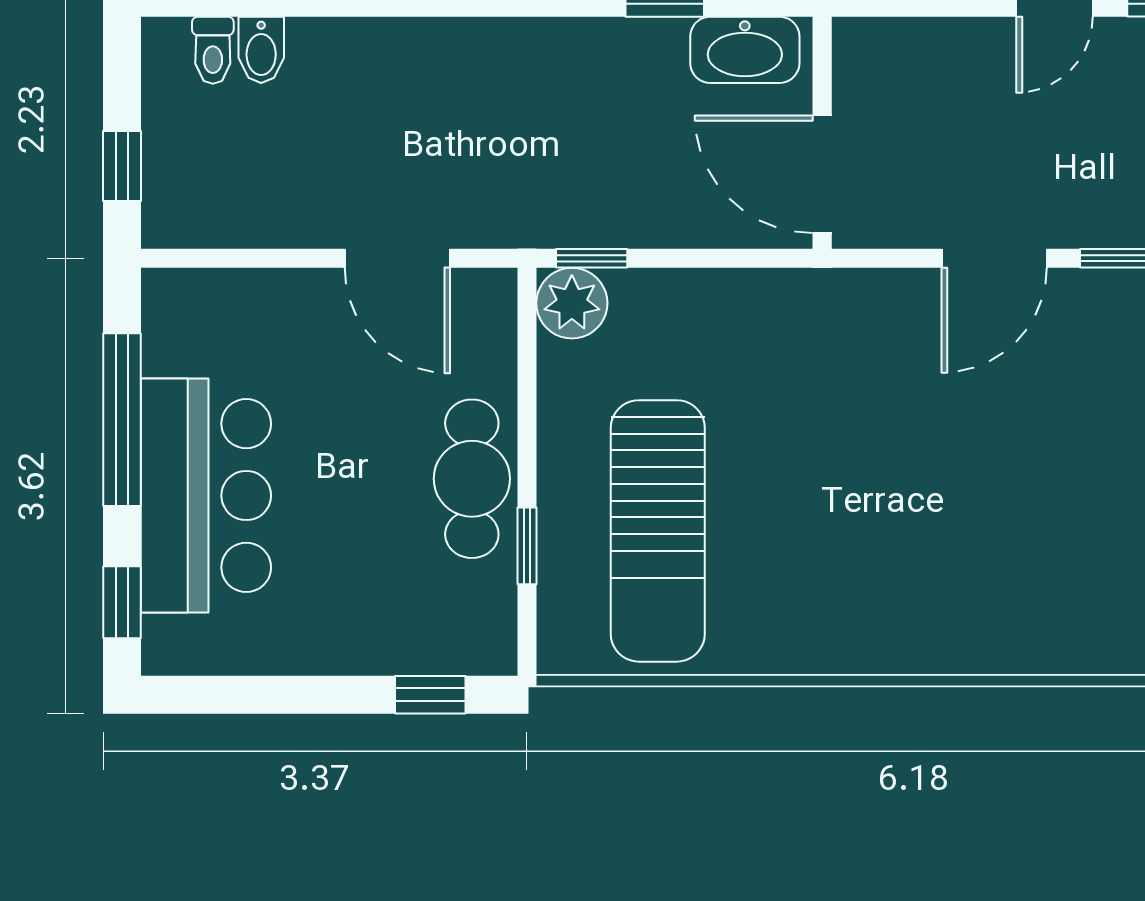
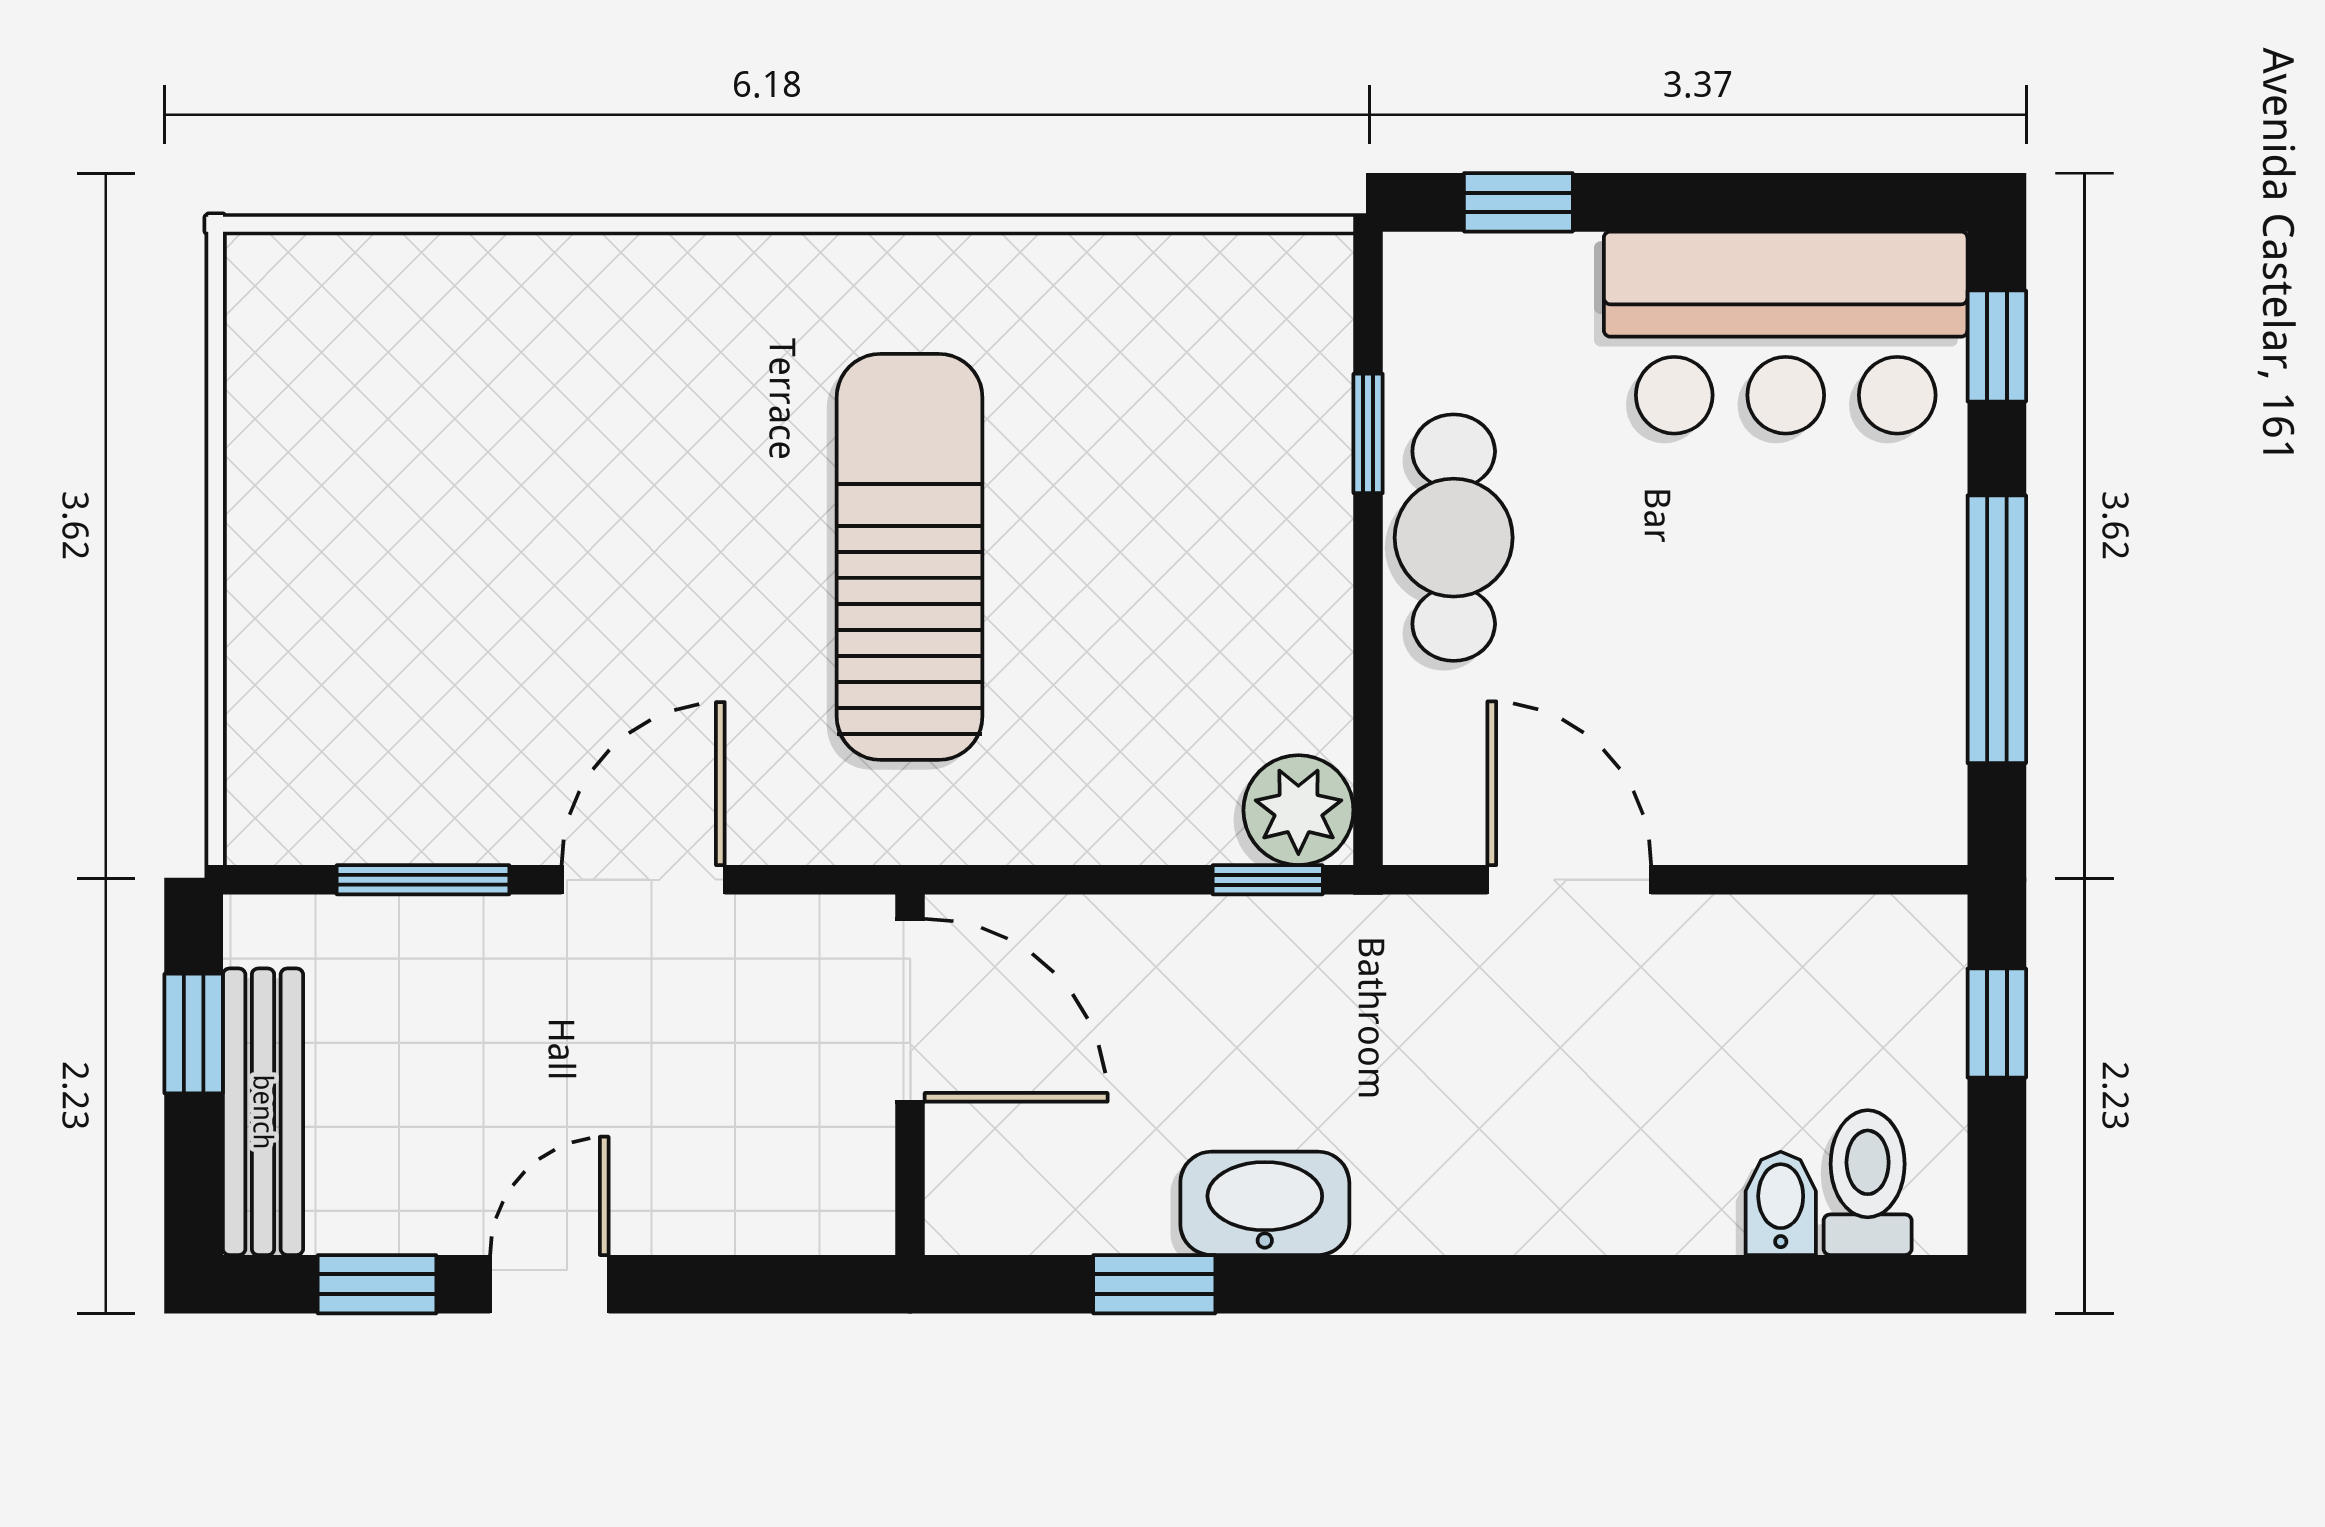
toilet: (213, 50) -> (1868, 1183), width x1.37, depth x1.39
washbasin: (745, 50) -> (1265, 1203), moved
bar counter: (206, 496) -> (1786, 333), moved, turned -90
sun lounger: (658, 531) -> (910, 557), moved

